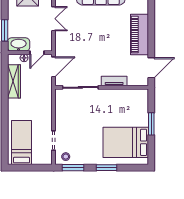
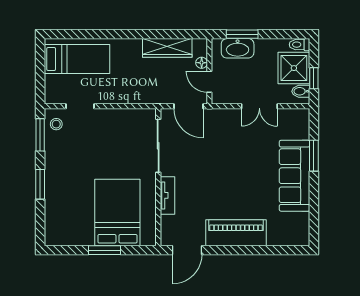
washbasin: (19, 44) -> (238, 48), moved, turned 90
door: (151, 68) -> (187, 250), hinge flipped
bed: (126, 142) -> (117, 212), moved

